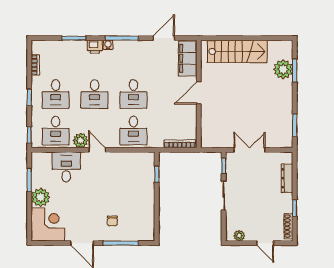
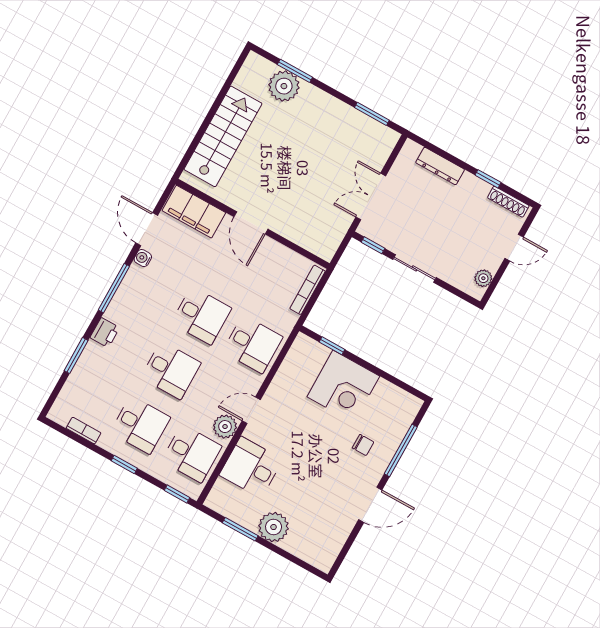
water cooler: (108, 45) -> (143, 258), moved
corner desk: (48, 224) -> (343, 386), moved, turned 180

